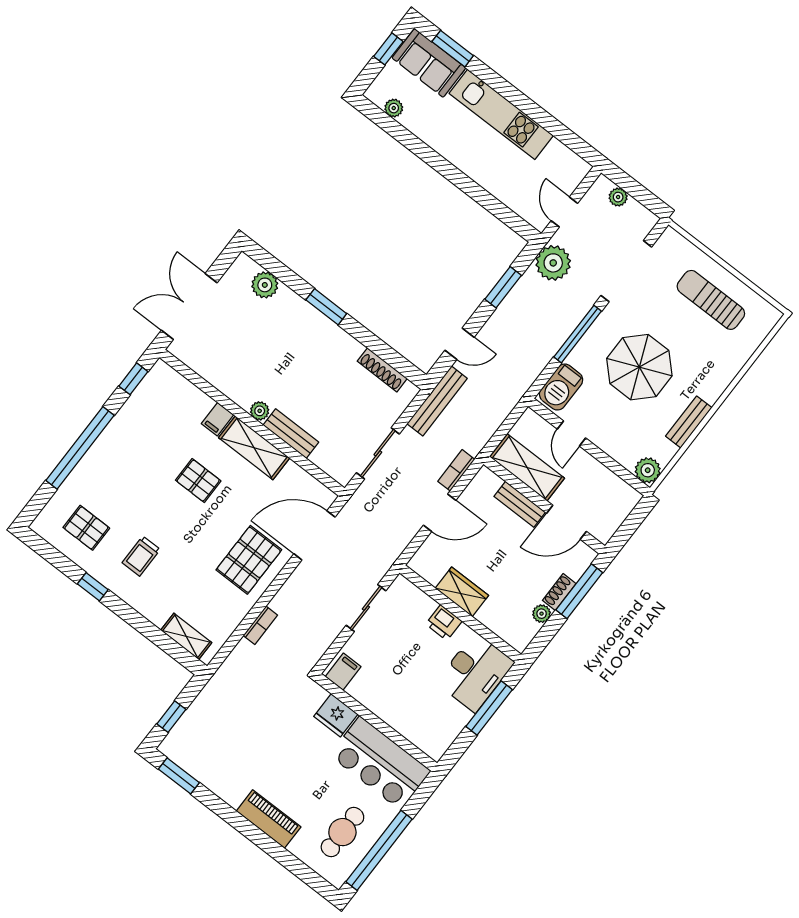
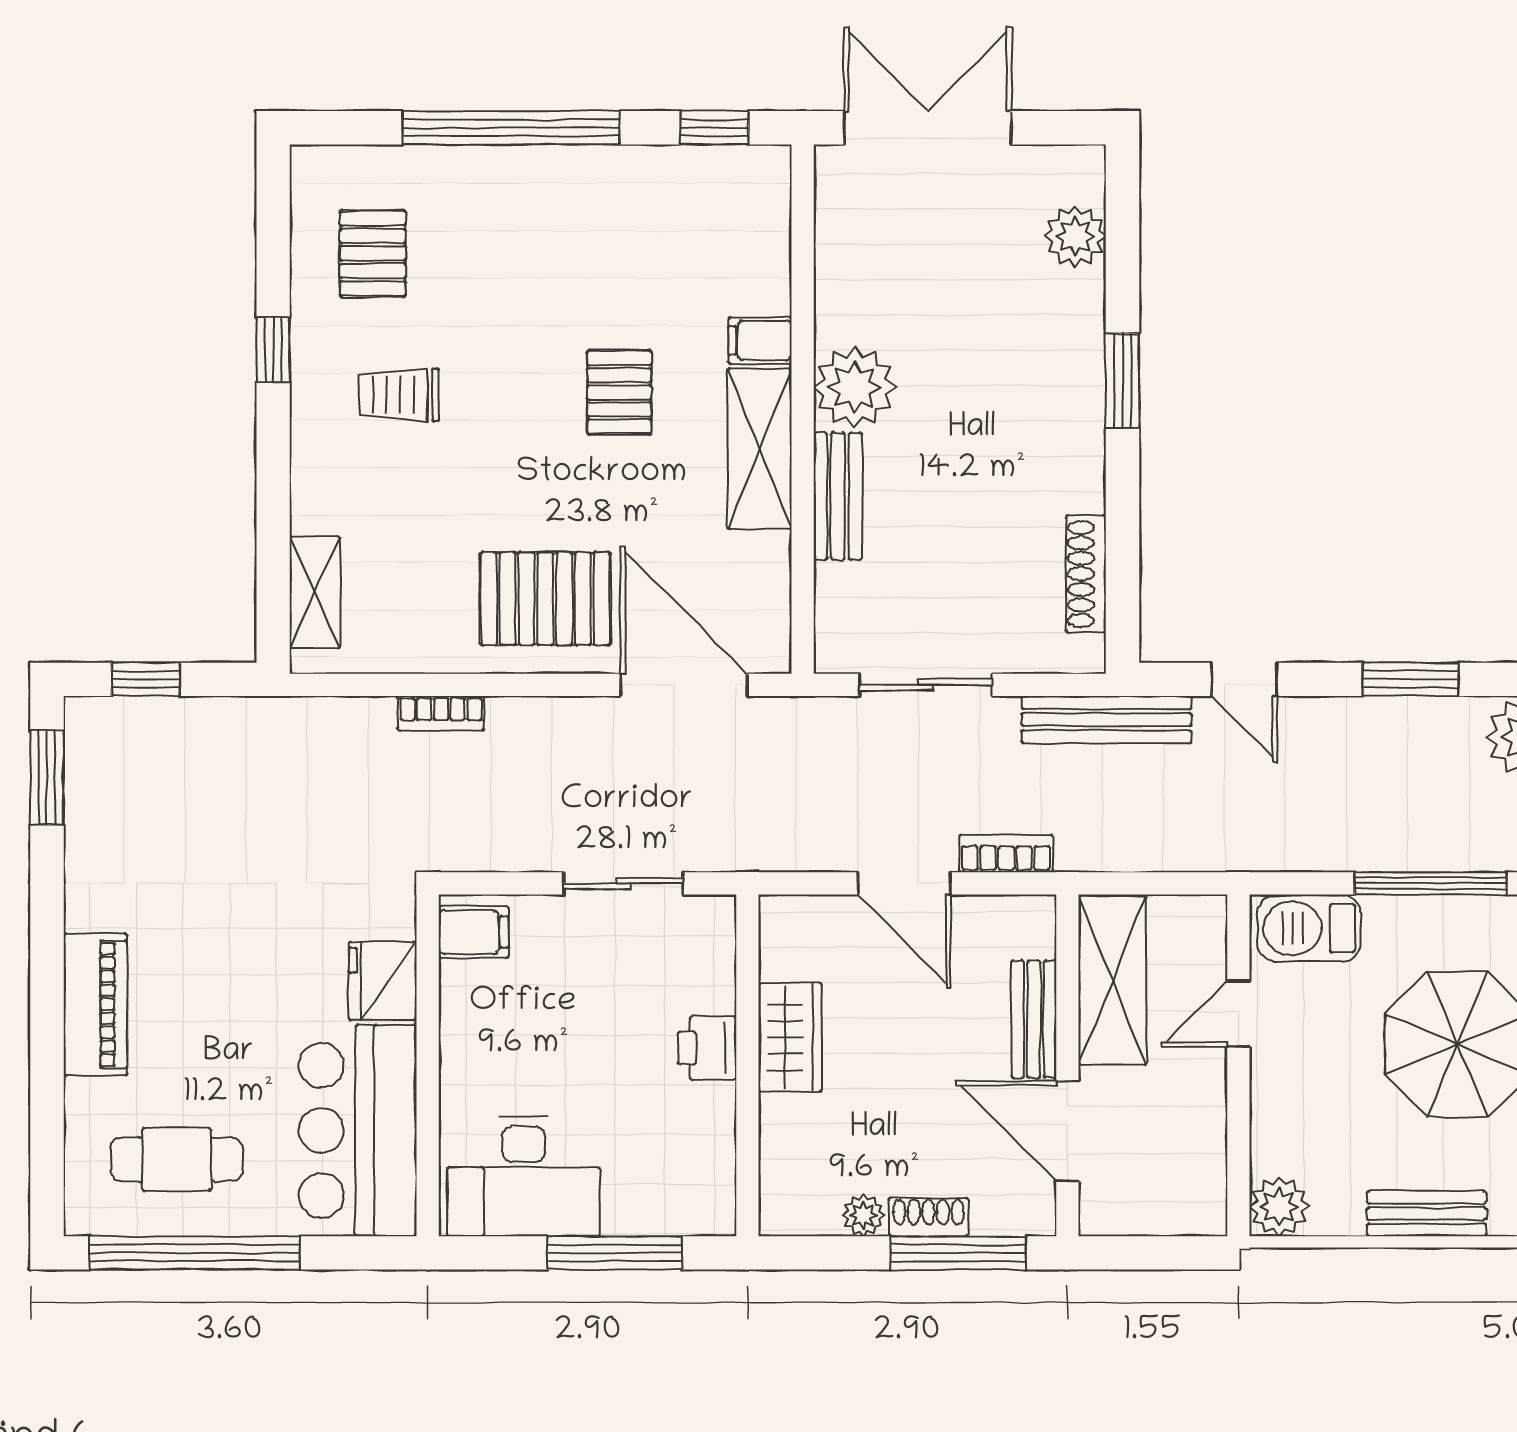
plant: (260, 411) -> (855, 387), width x1.87, depth x1.87
desk: (475, 672) -> (524, 1177), moved

